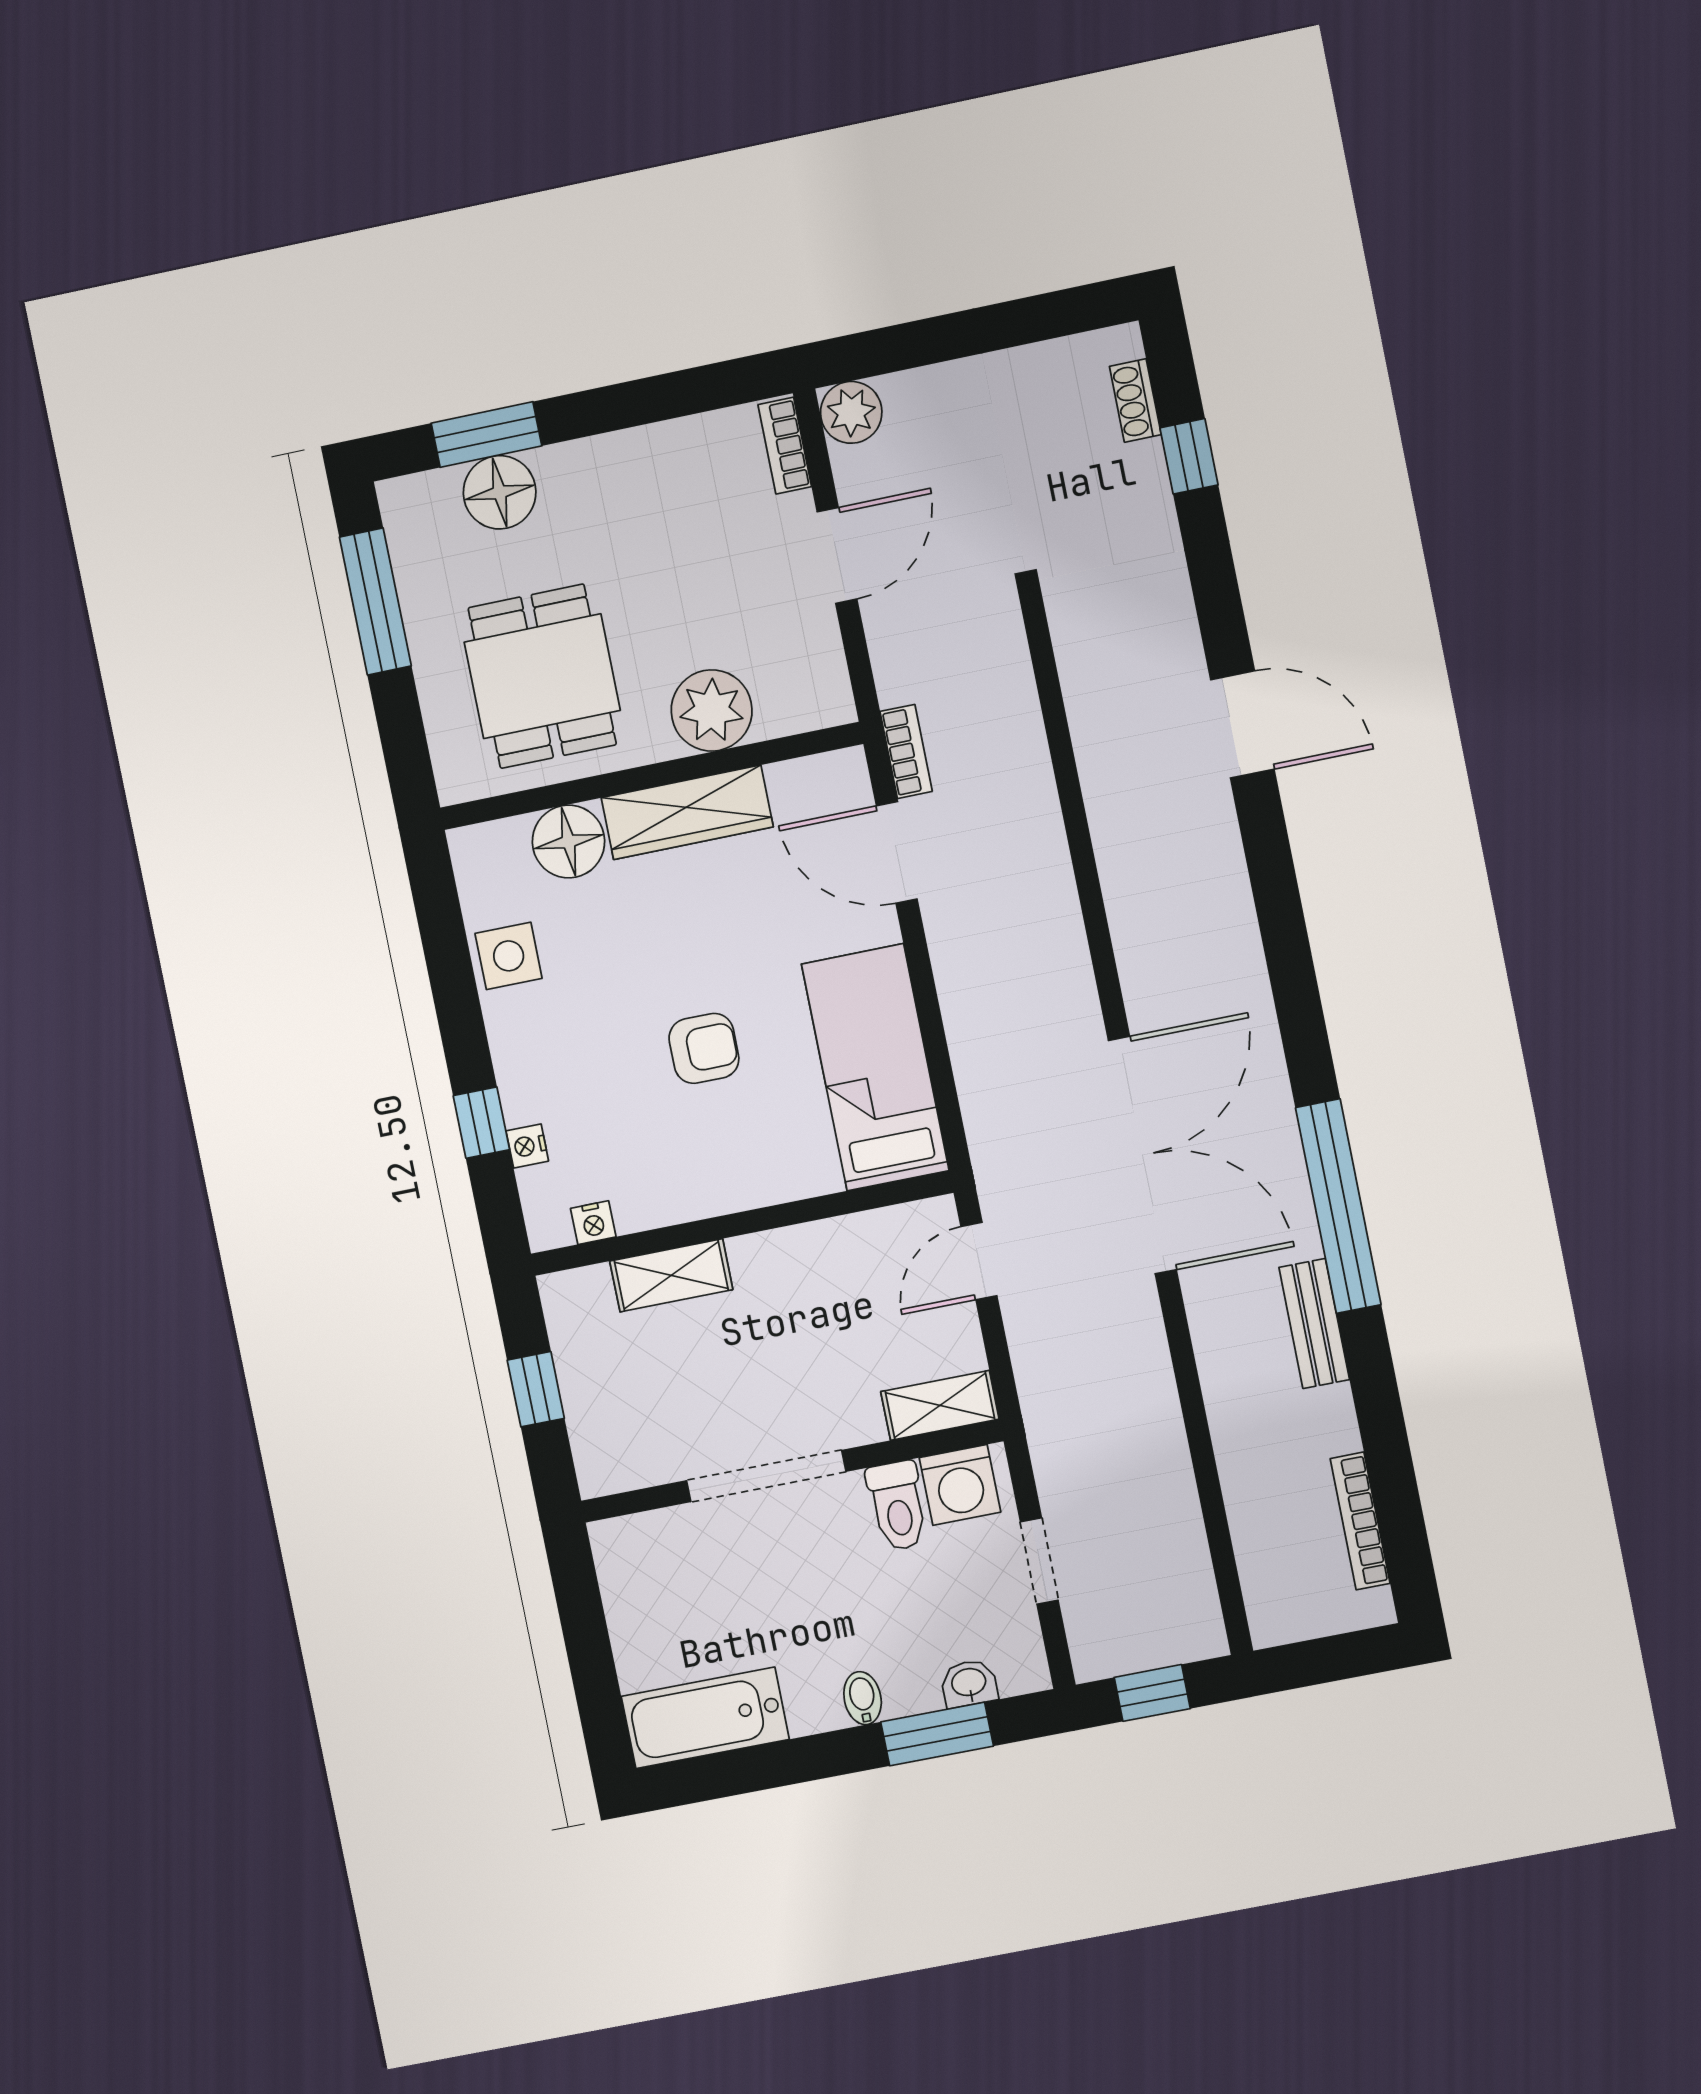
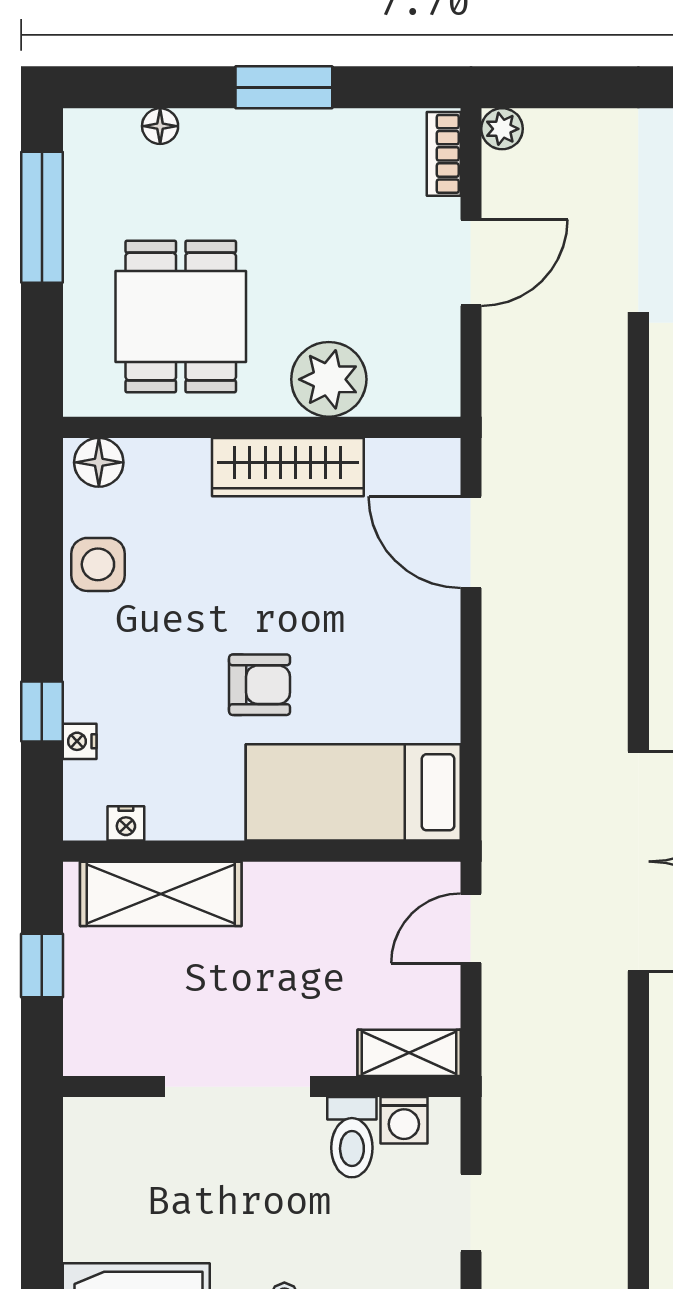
plant: (851, 412) -> (502, 129), width x0.73, depth x0.73
window: (487, 435) -> (284, 87), moved
floor lamp: (500, 492) -> (160, 126), width x0.53, depth x0.53
bookcase: (906, 751) -> (498, 453), removed
floor lamp: (569, 842) -> (99, 462), moved, width x0.73, depth x0.73
bed: (875, 1067) -> (353, 792), moved, turned -90
shelving: (671, 1275) -> (161, 894), width x1.50, depth x1.33
washing machine: (960, 1485) -> (404, 1120), width x0.73, depth x0.73

